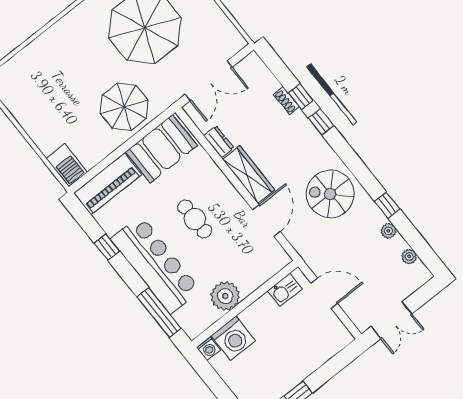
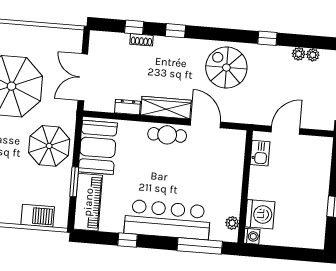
double door: (209, 81) -> (83, 77), swing flipped
window: (301, 96) -> (134, 27), moved
window: (114, 156) -> (74, 182), added
barbecue: (67, 165) -> (38, 216), moved
spiral stairs: (330, 194) -> (226, 68), turned 90
cafe table: (195, 219) -> (167, 135), moved
plant: (388, 231) -> (299, 54), moved
plant: (225, 296) -> (232, 223), moved, width x0.53, depth x0.53

